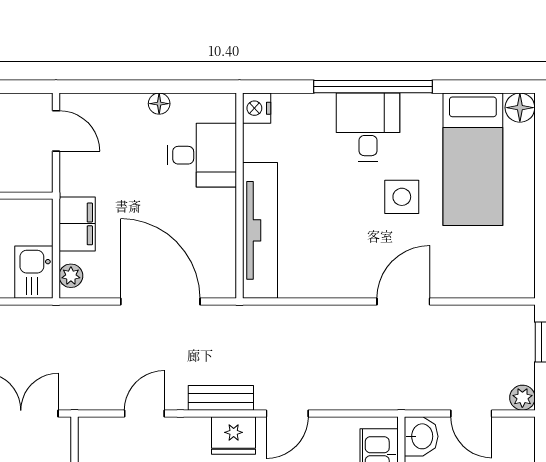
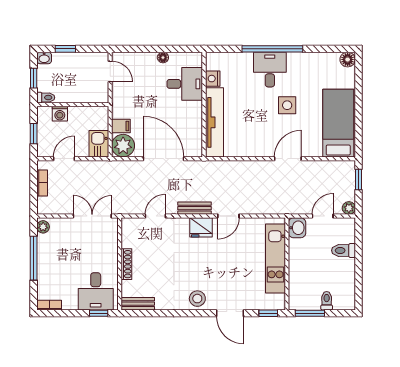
nightstand: (257, 108) -> (213, 79), moved
bed: (473, 159) -> (338, 123), moved, turned 180
filing cabinet: (77, 224) -> (121, 126), width x0.50
plant: (71, 276) -> (123, 146), width x1.87, depth x1.87
door: (471, 413) -> (323, 216), swing flipped

